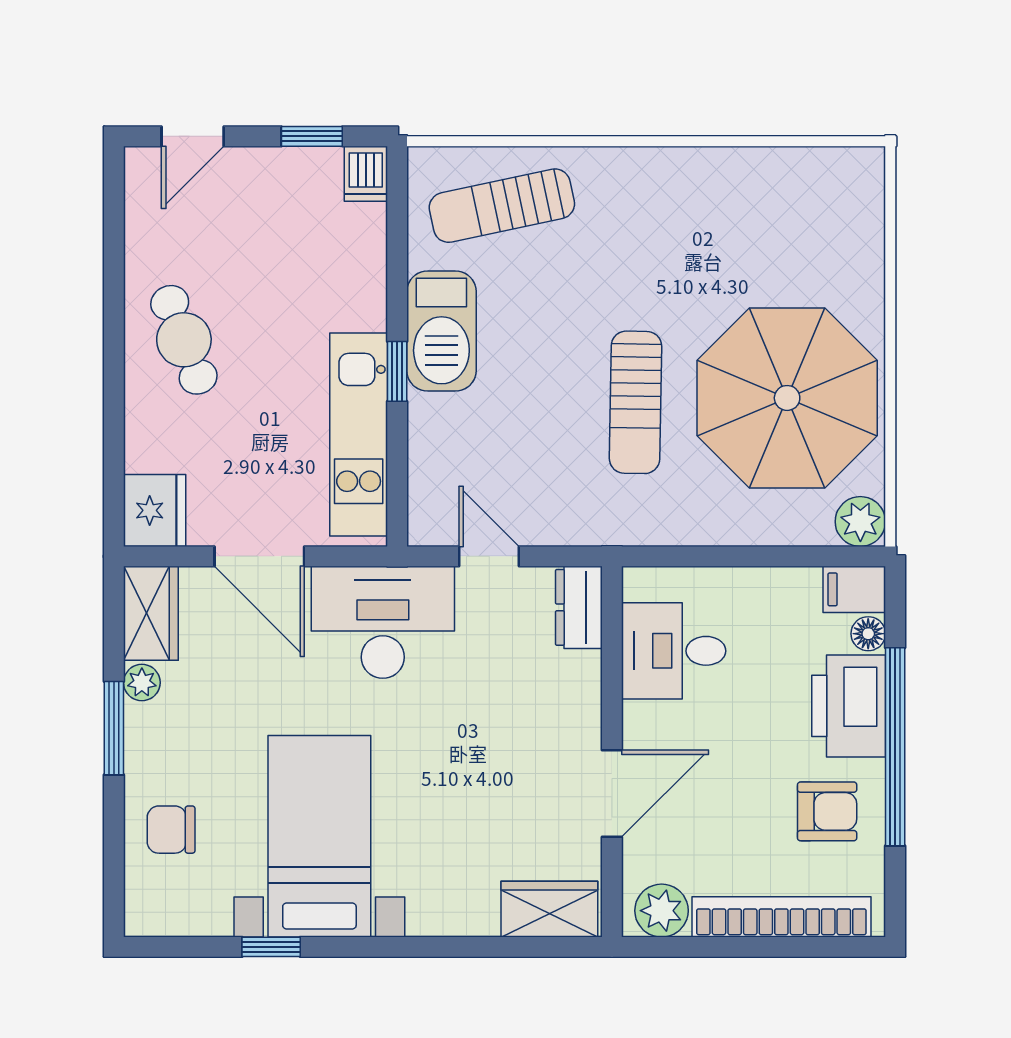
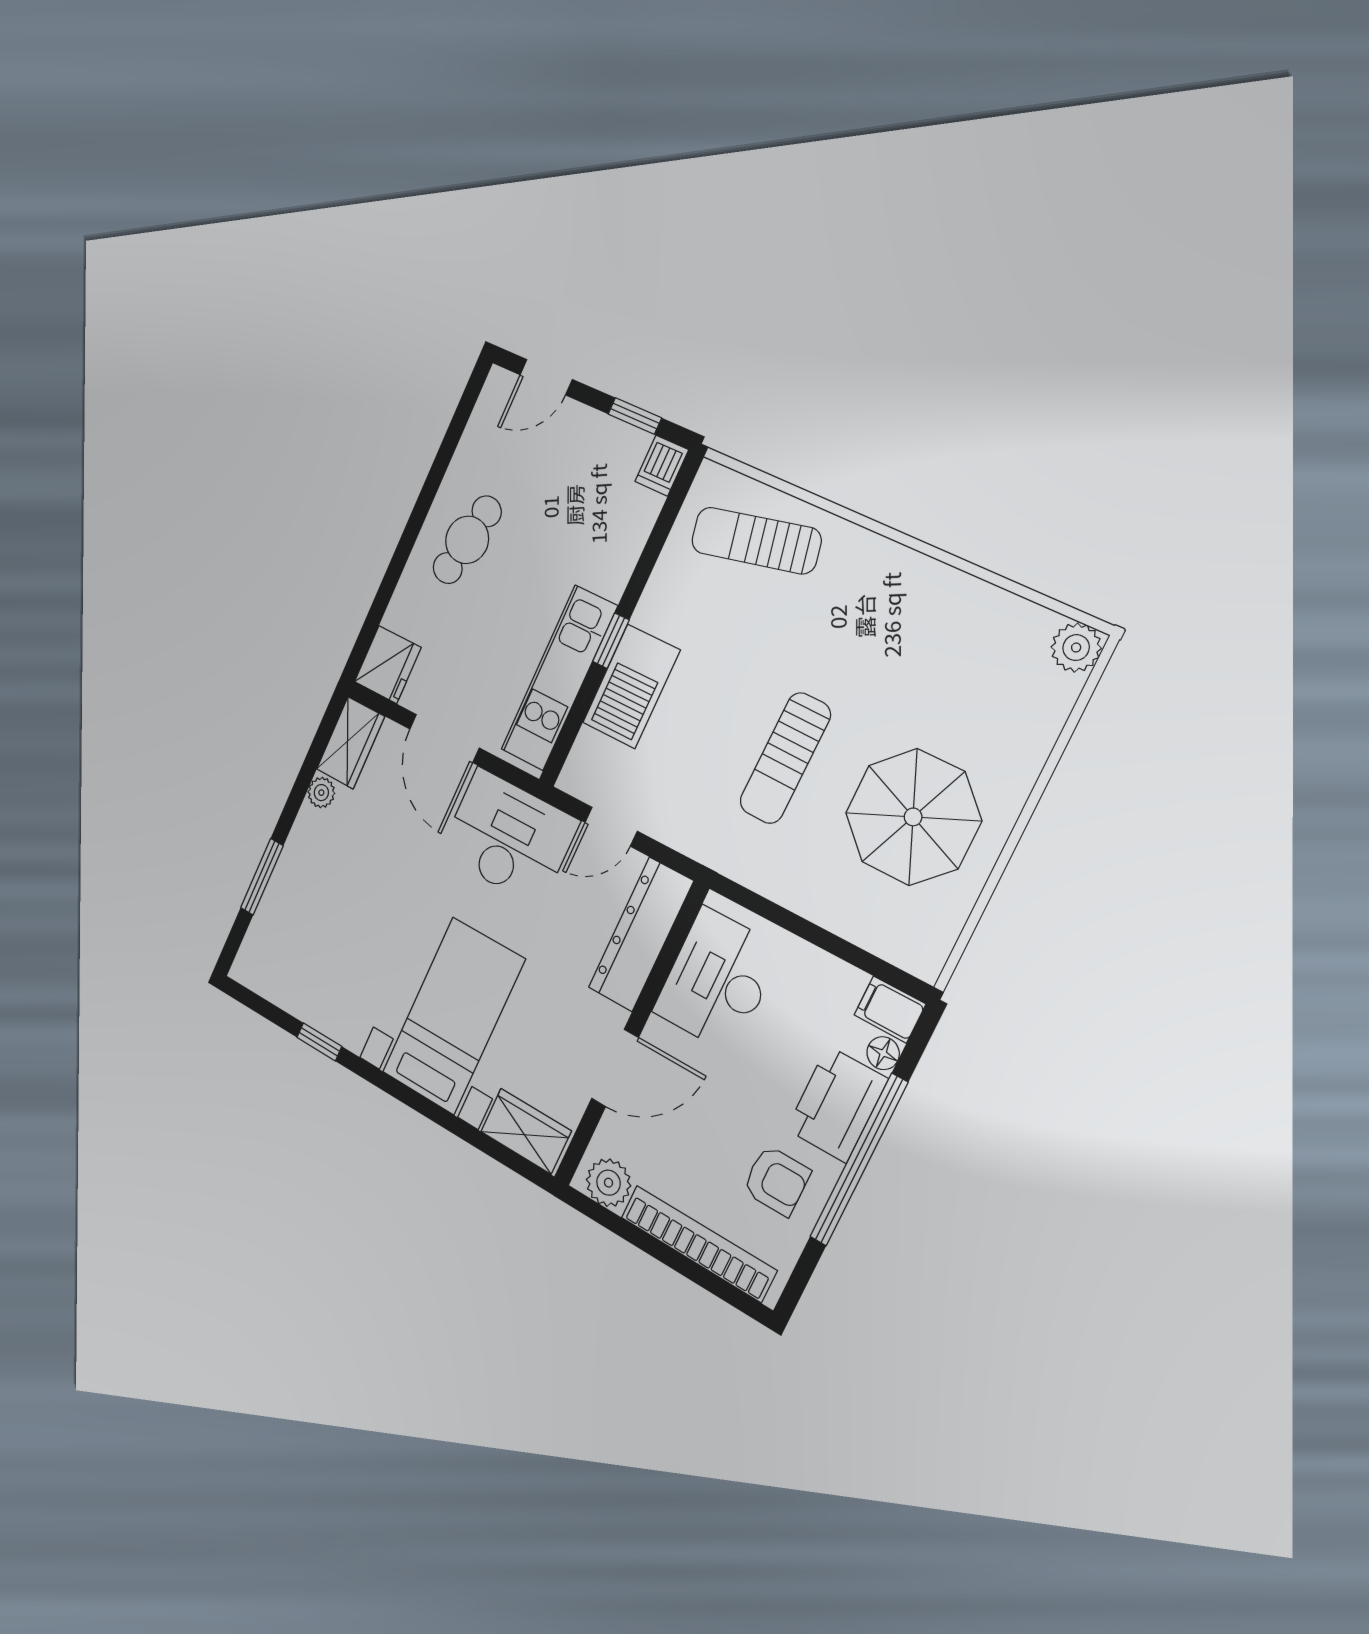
barbecue: (441, 331) -> (631, 686), moved
cafe table: (184, 340) -> (467, 540), turned 33
parasol: (787, 398) -> (913, 817), width x0.73, depth x0.73
plant: (860, 522) -> (1076, 648), moved
door: (489, 556) -> (611, 827), swing flipped
dresser: (579, 607) -> (641, 934), width x1.96, depth x1.24
desk: (674, 651) -> (717, 980), width x1.37
window: (114, 728) -> (262, 877), moved
chair: (171, 830) -> (292, 915), removed
bed with nightstands: (319, 836) -> (453, 1016), moved

